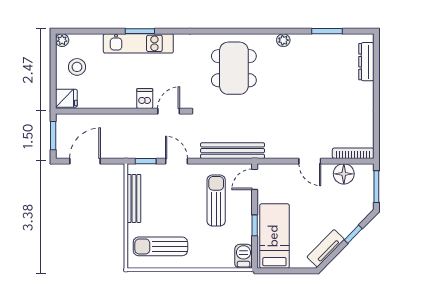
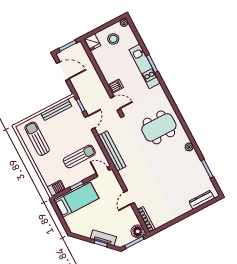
floor lamp: (344, 174) -> (138, 231), moved
tv unit: (326, 248) -> (103, 238), moved

